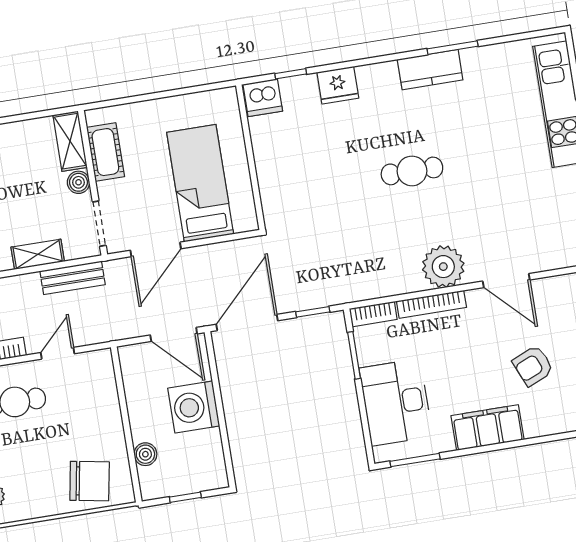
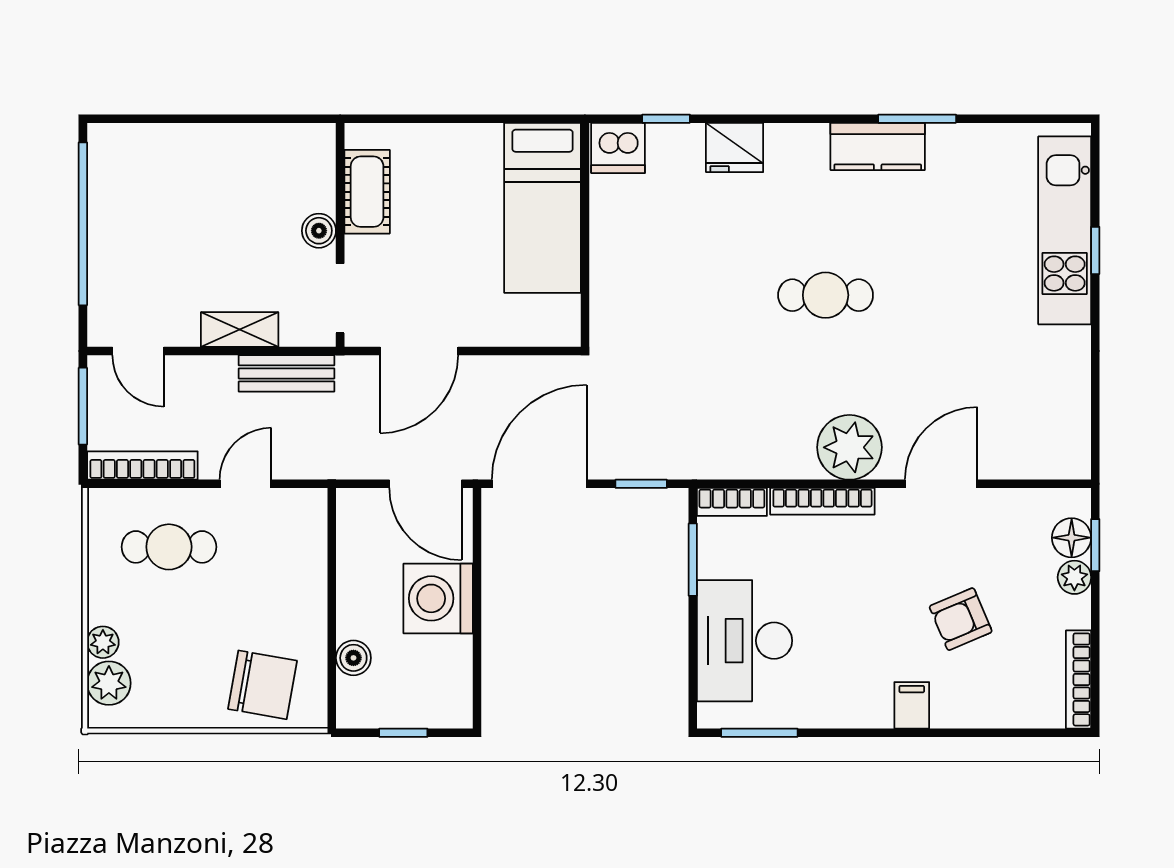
shelving: (70, 141) -> (316, 167), removed
bed: (200, 183) -> (542, 208), moved, turned 180
door: (506, 281) -> (941, 484), swing flipped
filing cabinet: (488, 428) -> (912, 705), width x0.33, depth x0.86

